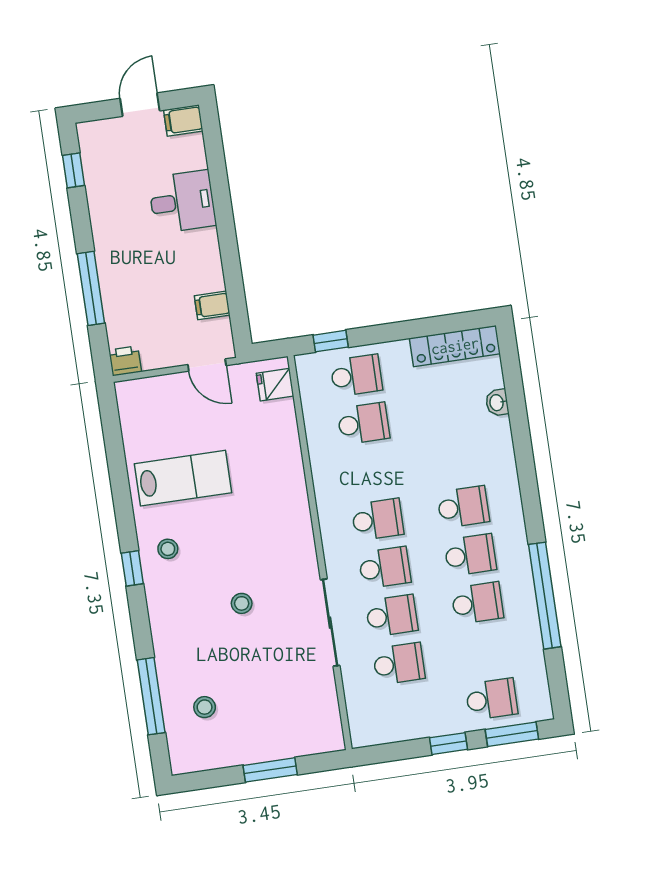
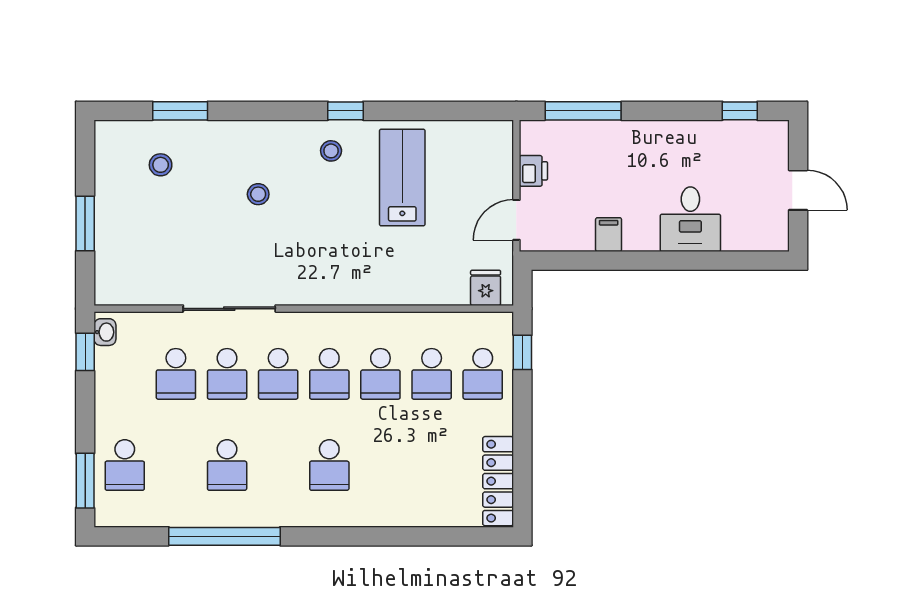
filing cabinet: (183, 120) -> (775, 233), removed
window: (91, 288) -> (583, 111), moved
filing cabinet: (212, 305) -> (609, 235), moved
printer: (125, 361) -> (533, 171), moved
washbasin: (497, 403) -> (105, 332), moved, turned 90
lab bench: (183, 478) -> (402, 178), turned 180
school desk: (470, 555) -> (380, 374), moved
window: (132, 568) -> (346, 111), moved
stool: (242, 603) -> (258, 194), moved
window: (151, 696) -> (180, 111), width x0.69
window: (449, 744) -> (85, 352), moved

